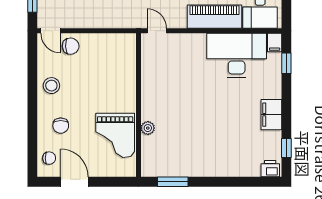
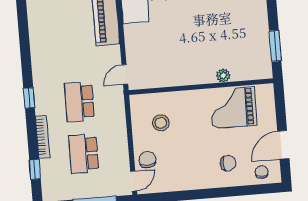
stool: (51, 86) -> (161, 123), moved
grand piano: (115, 135) -> (233, 108), turned 180

